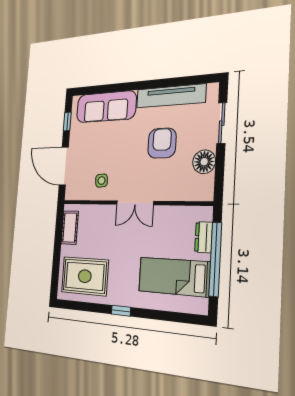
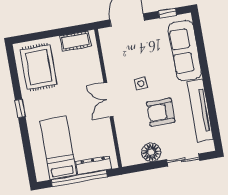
armchair: (162, 143) -> (161, 112), turned 180
side table: (102, 181) -> (141, 84), moved
dresser: (204, 237) -> (94, 165), width x1.44

